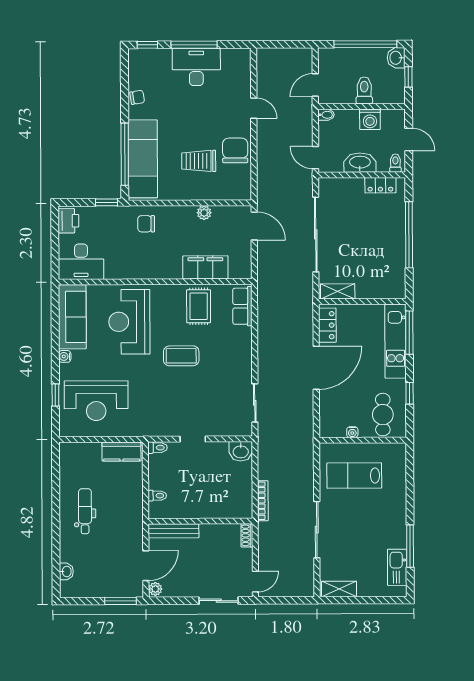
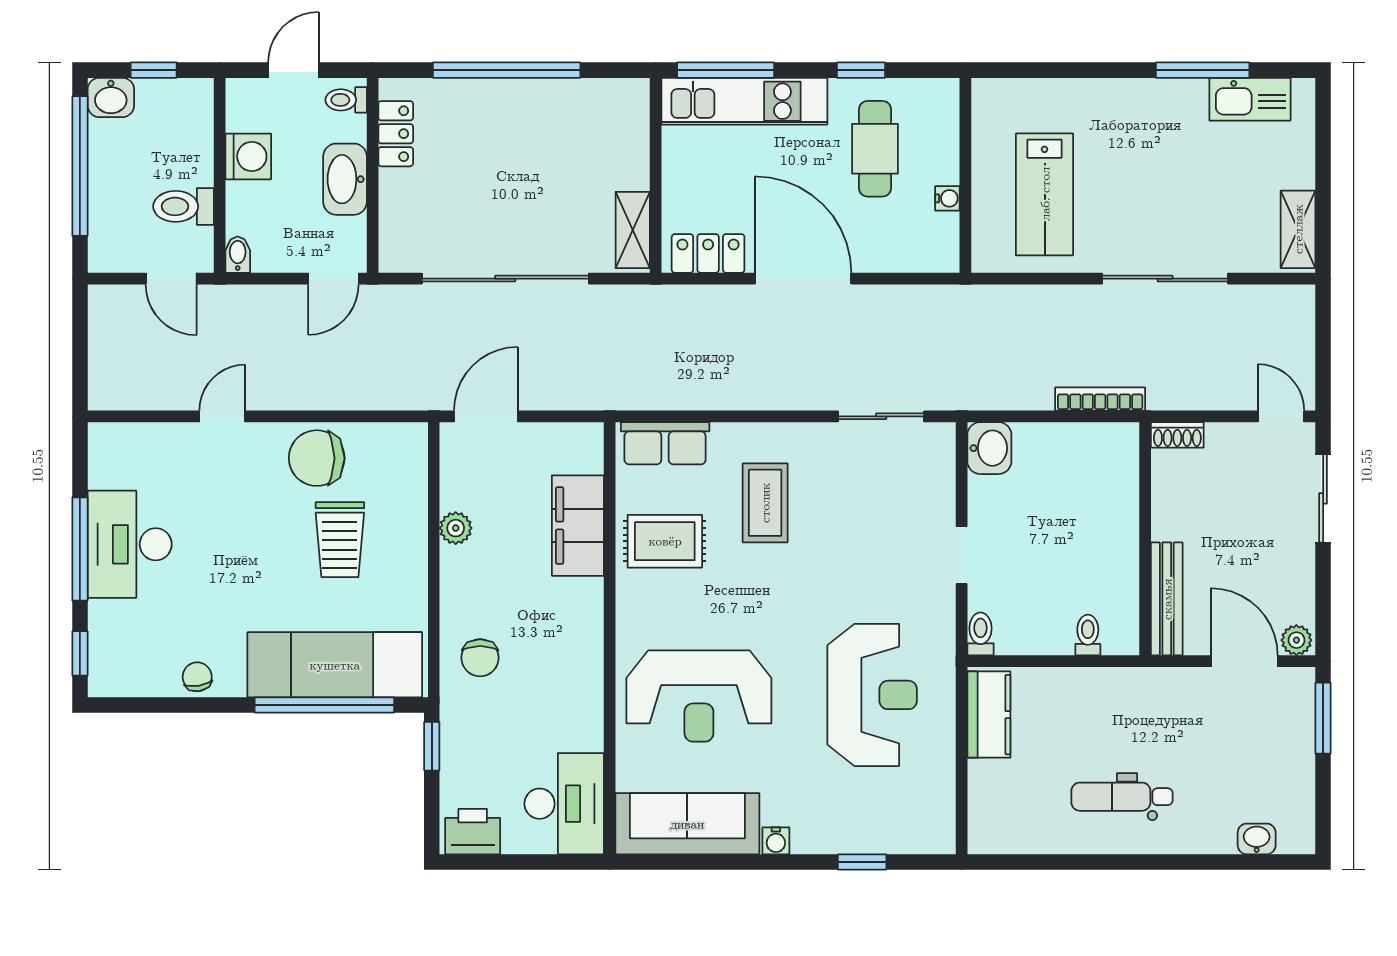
toilet: (364, 90) -> (183, 206), moved
coffee table: (181, 356) -> (765, 503), moved
reception desk: (96, 401) -> (872, 695), moved
cafe table: (383, 415) -> (875, 149), moved, turned 90

